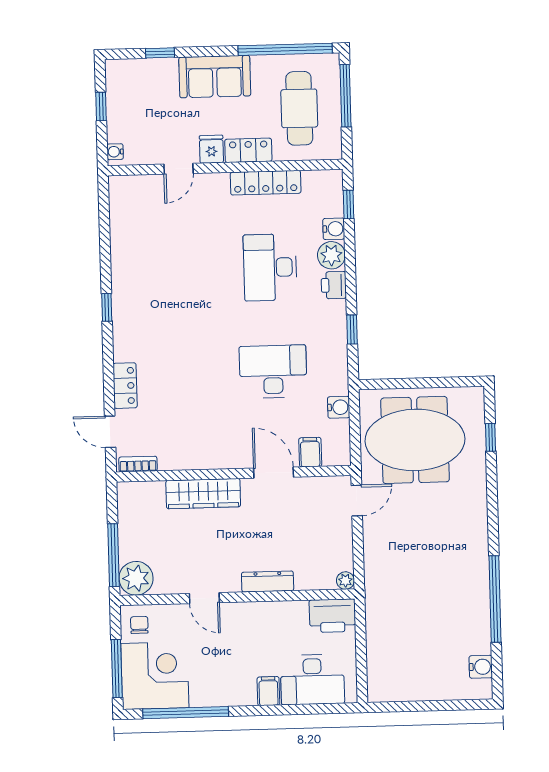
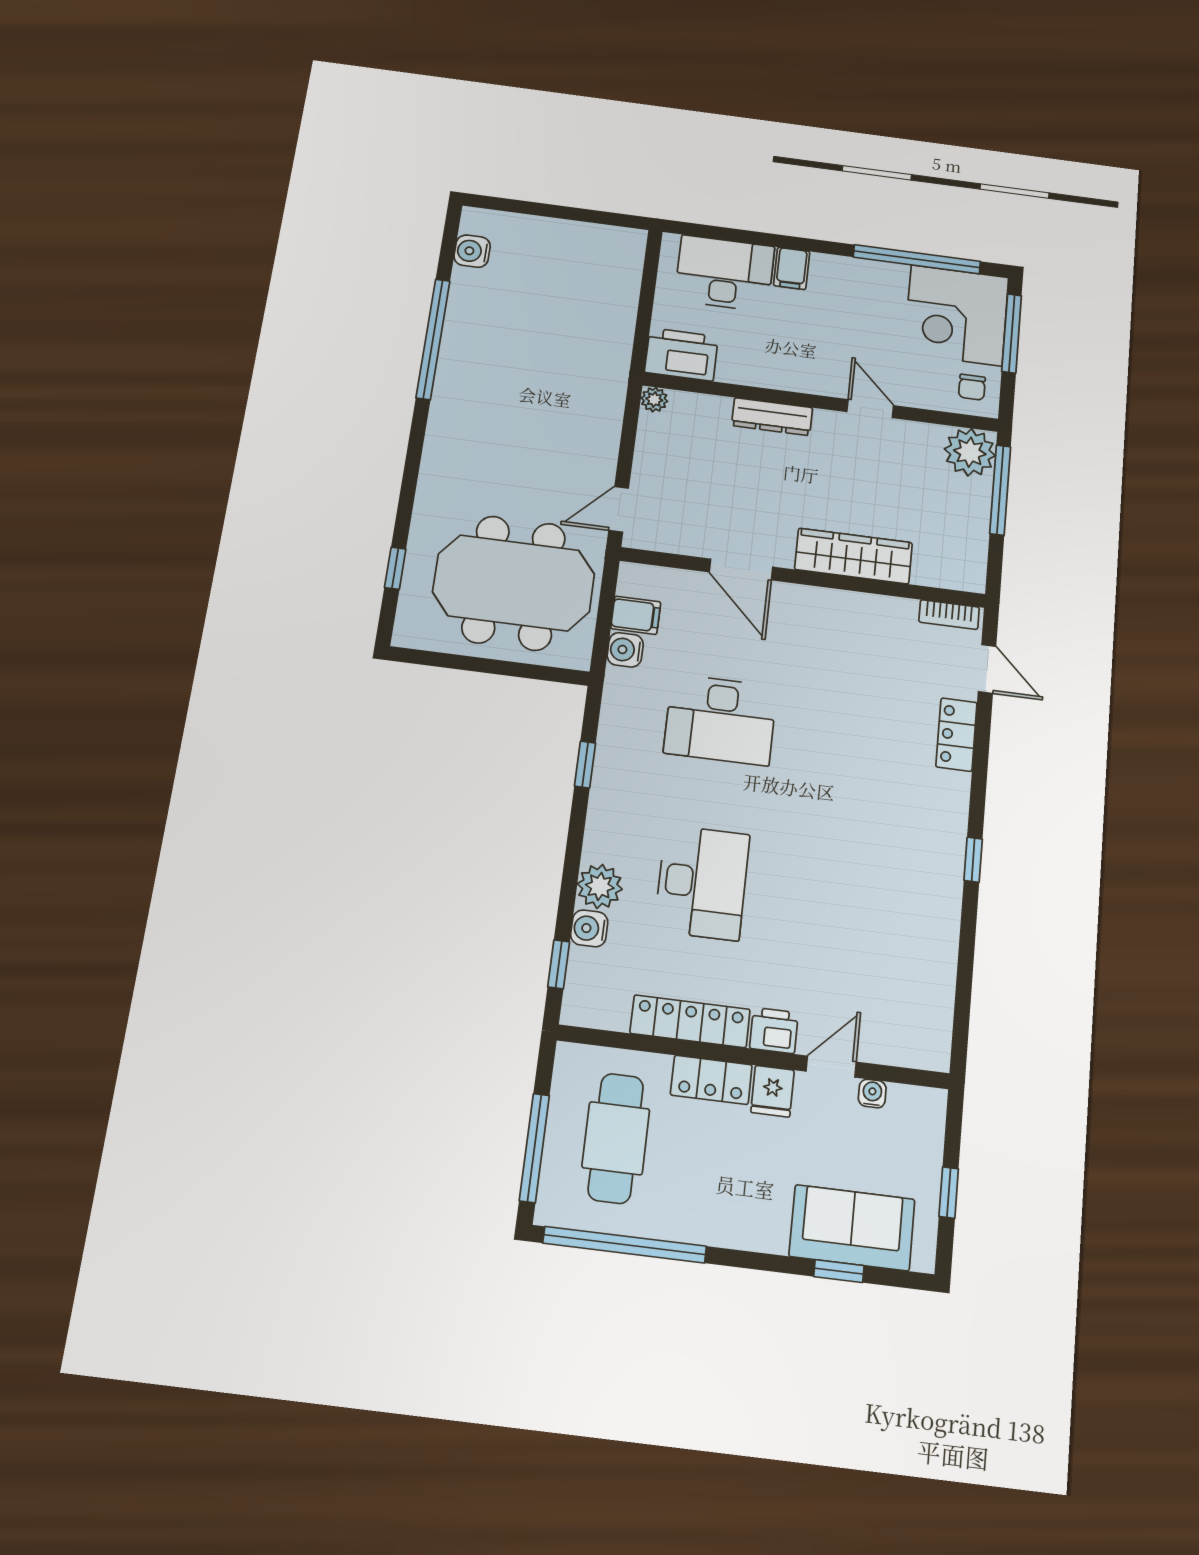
sofa: (215, 77) -> (852, 1228), moved
water cooler: (115, 152) -> (872, 1094), moved, turned -90
printer: (334, 285) -> (774, 1031), moved, turned -90
filing cabinet: (310, 452) -> (636, 615), moved, turned -90

